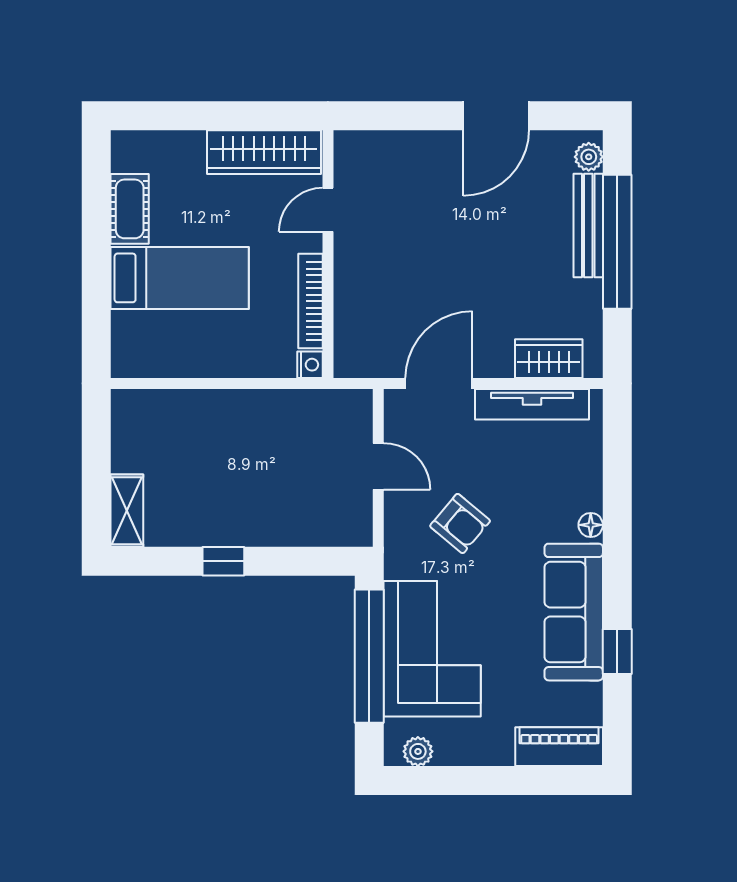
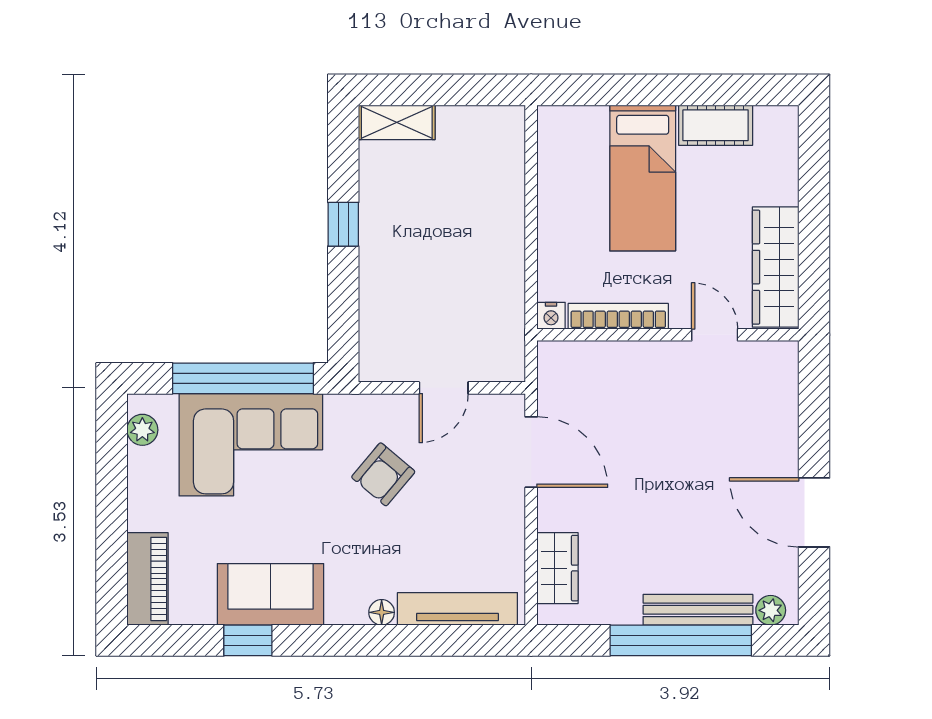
tv unit: (532, 404) -> (457, 609), moved, turned 90
sofa: (574, 612) -> (270, 594), width x0.73

